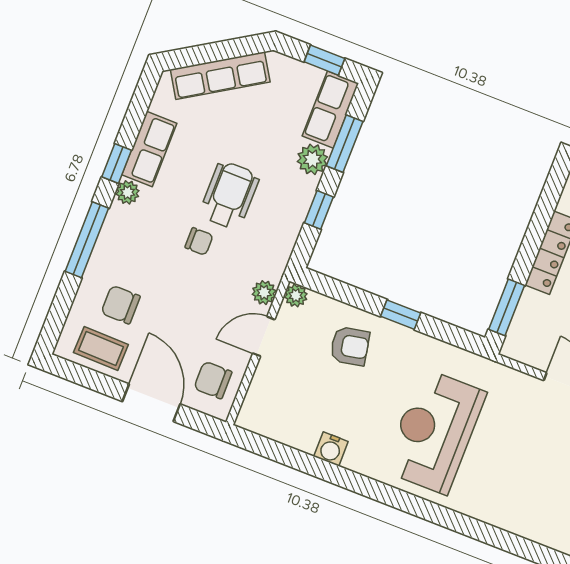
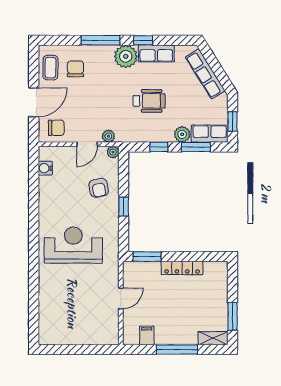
plant: (128, 192) -> (126, 56), width x1.88, depth x1.88
chair: (199, 241) -> (121, 95), removed
door: (264, 336) -> (87, 144), swing flipped
chair: (213, 380) -> (56, 128), turned 90
water cooler: (331, 449) -> (45, 168), moved

